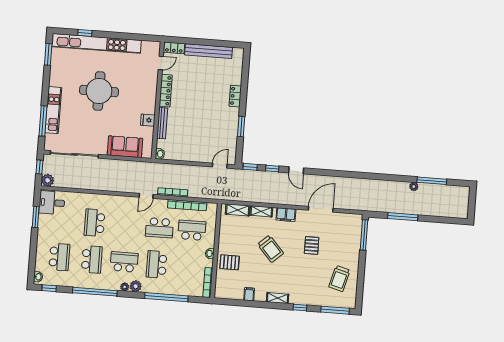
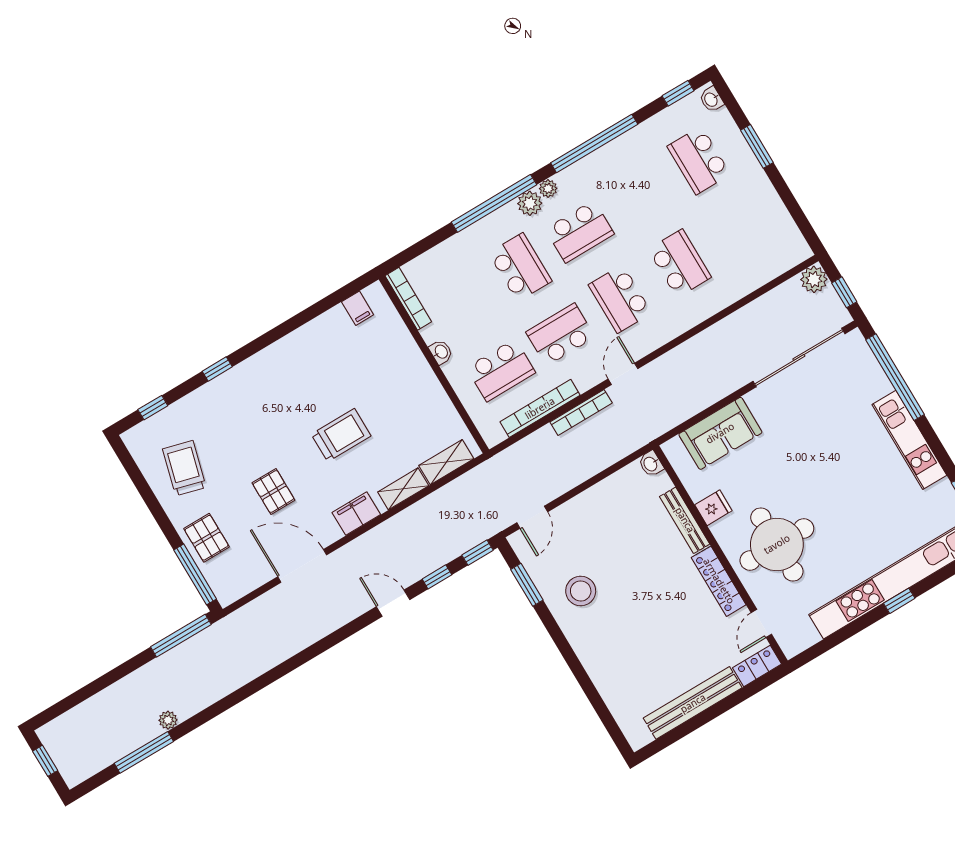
window: (85, 33) -> (899, 601), moved
round table: (99, 91) -> (777, 544), moved
locker: (235, 96) -> (591, 658), removed
kitchen unit: (53, 110) -> (909, 440), moved
window: (43, 121) -> (895, 377), width x1.46
stool: (221, 124) -> (581, 591), added
window: (241, 127) -> (527, 585), moved
desk: (52, 203) -> (779, 246), removed
window: (472, 204) -> (45, 761), added
door: (321, 209) -> (302, 566), swing flipped
window: (36, 217) -> (757, 146), moved
window: (403, 217) -> (181, 636), moved
trolley: (270, 249) -> (341, 435), turned 132
school desk: (92, 259) -> (620, 299), moved
pallet: (230, 262) -> (207, 538), moved, turned 90
filing cabinet: (249, 294) -> (358, 308), moved
window: (166, 297) -> (494, 203), moved
shelving: (278, 298) -> (268, 358), removed
window: (335, 310) -> (153, 408), width x0.46

